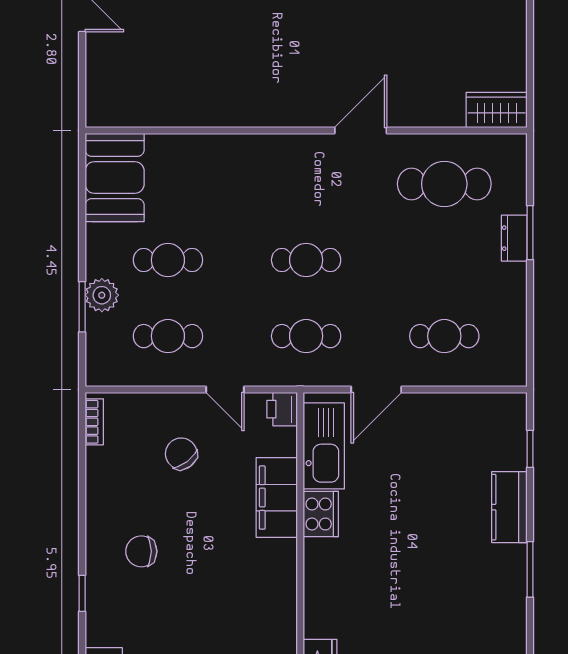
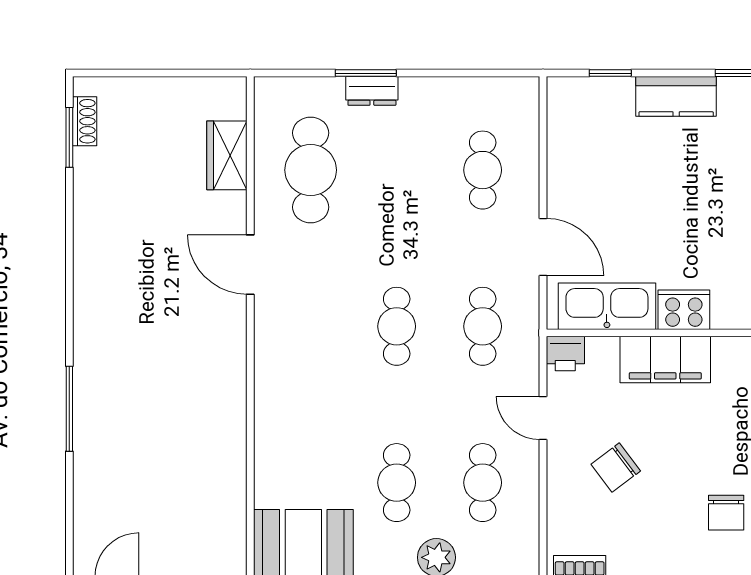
wardrobe: (497, 110) -> (227, 155), moved
door: (225, 389) -> (543, 418), swing flipped

